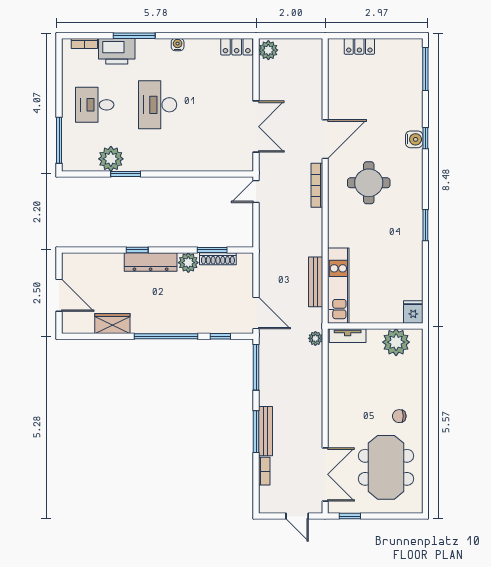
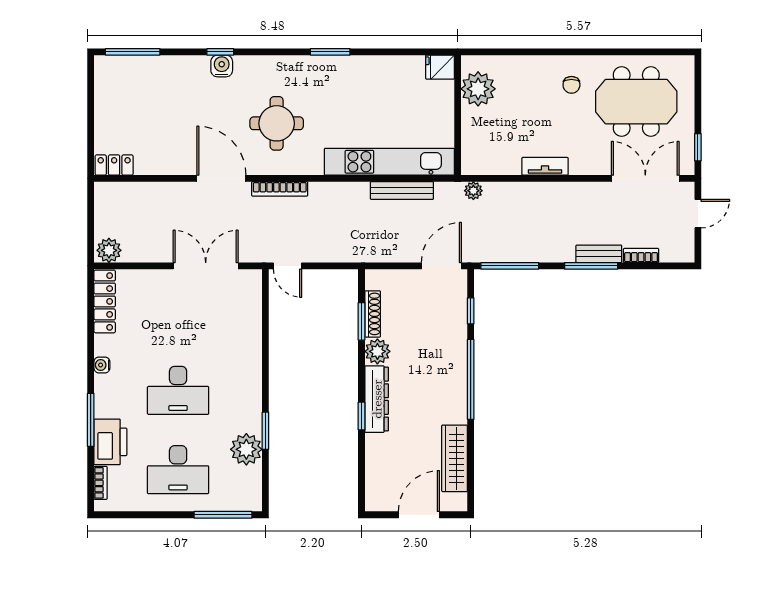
locker: (359, 46) -> (114, 165), moved, turned -90
locker: (237, 47) -> (105, 301), width x1.53
desk: (95, 105) -> (178, 470), width x1.37
kitchen unit: (338, 286) -> (389, 162), width x1.36
wardrobe: (112, 324) -> (455, 458), width x1.50
tv unit: (348, 336) -> (545, 166), moved, turned -90
bench: (266, 431) -> (599, 254), width x0.73

